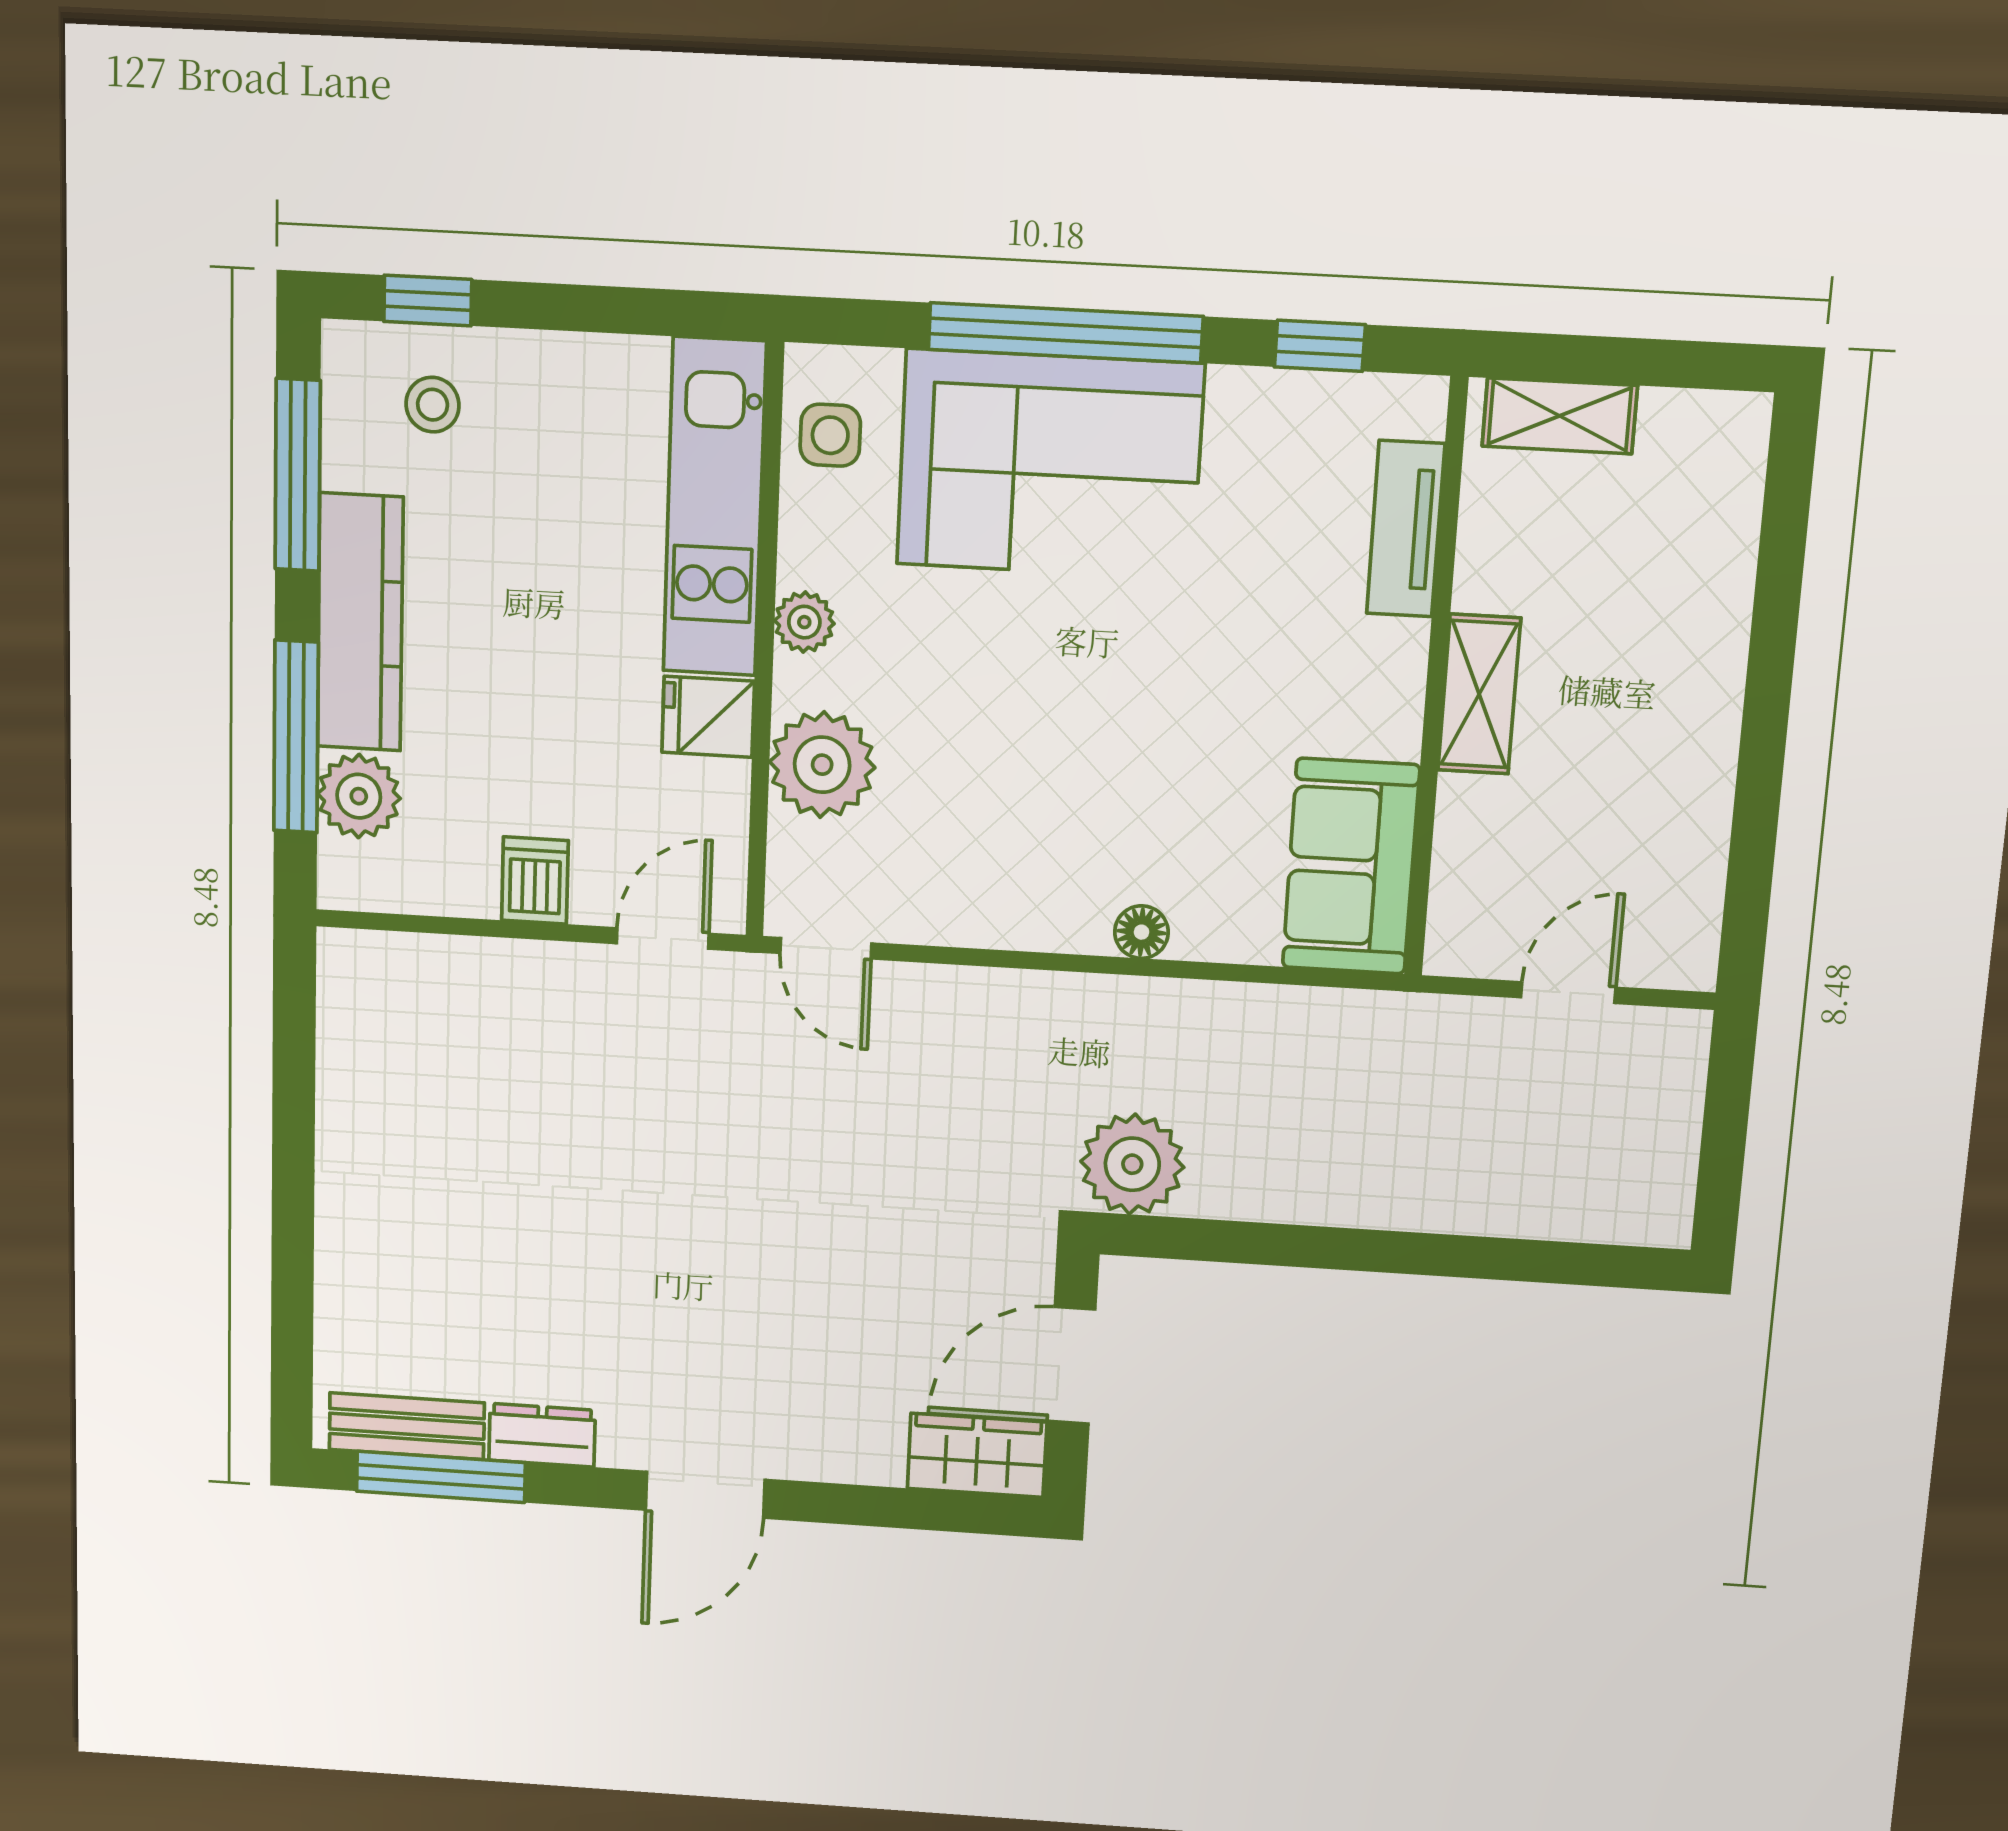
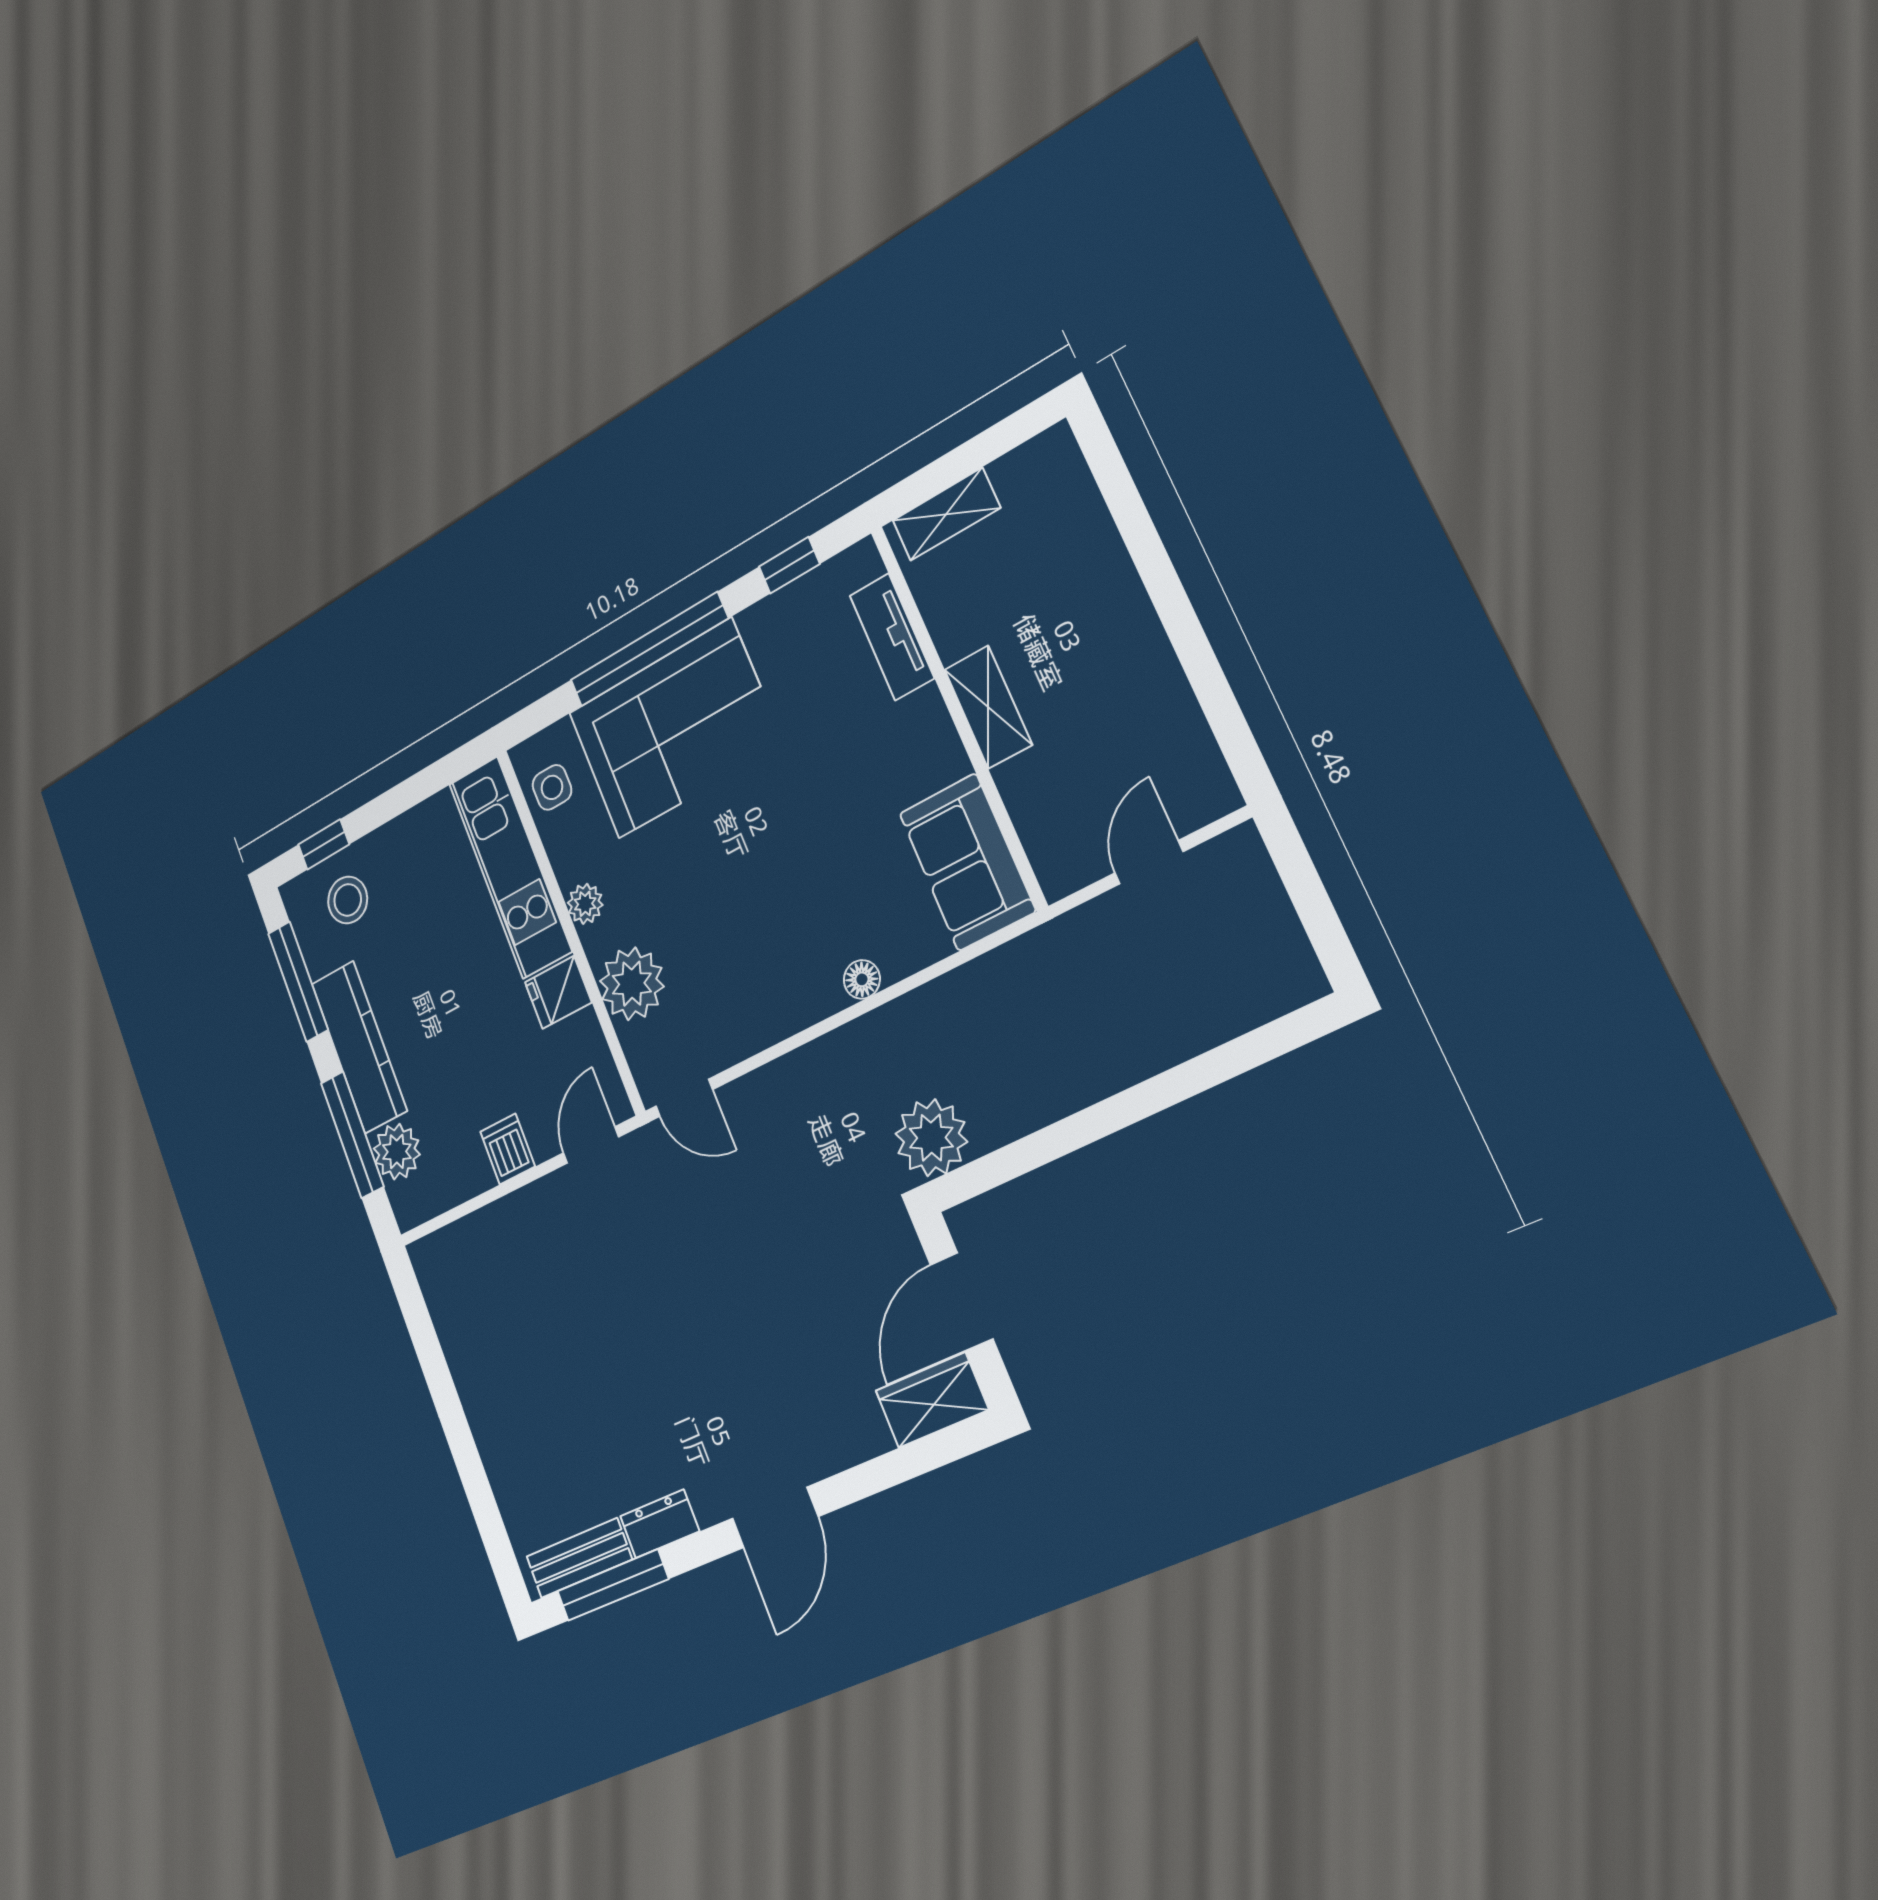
stool: (433, 405) -> (348, 900), width x1.37, depth x1.37

